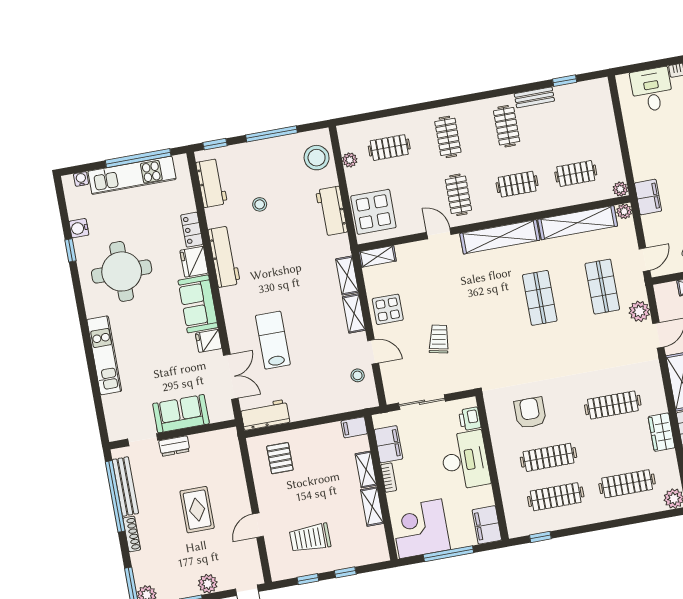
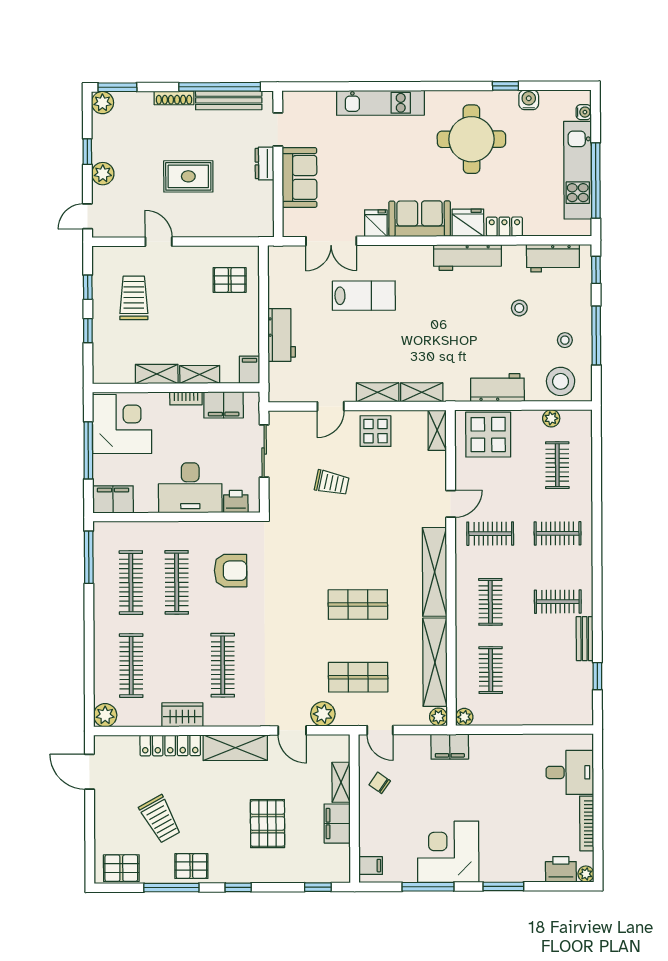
stool: (358, 375) -> (565, 340), moved
workbench: (265, 415) -> (282, 335), moved
window: (540, 537) -> (89, 557), width x2.17

